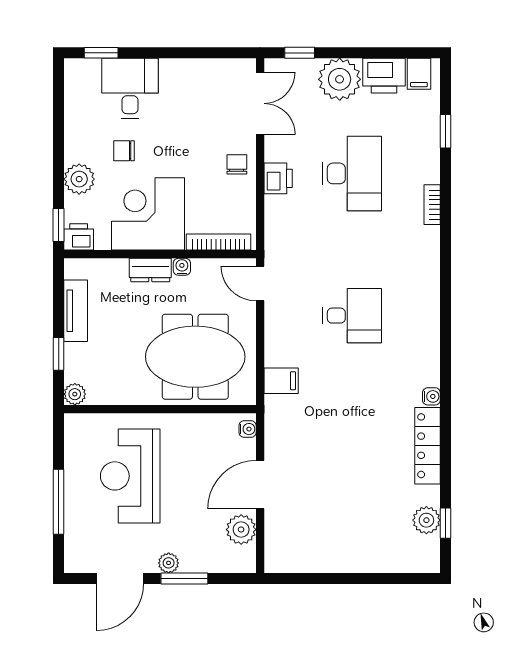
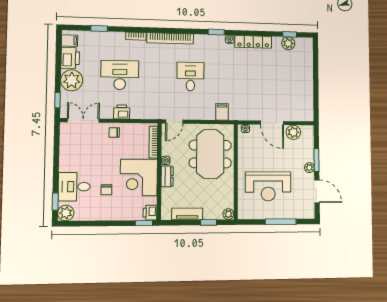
plant: (79, 179) -> (66, 213), moved
bookcase: (429, 274) -> (170, 38), added
window: (446, 369) -> (216, 32), added

